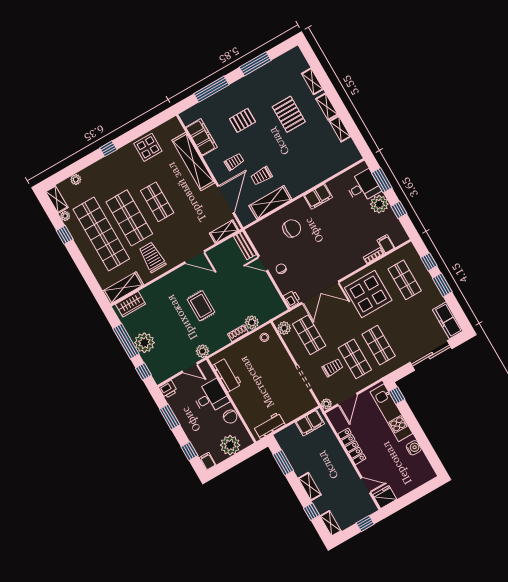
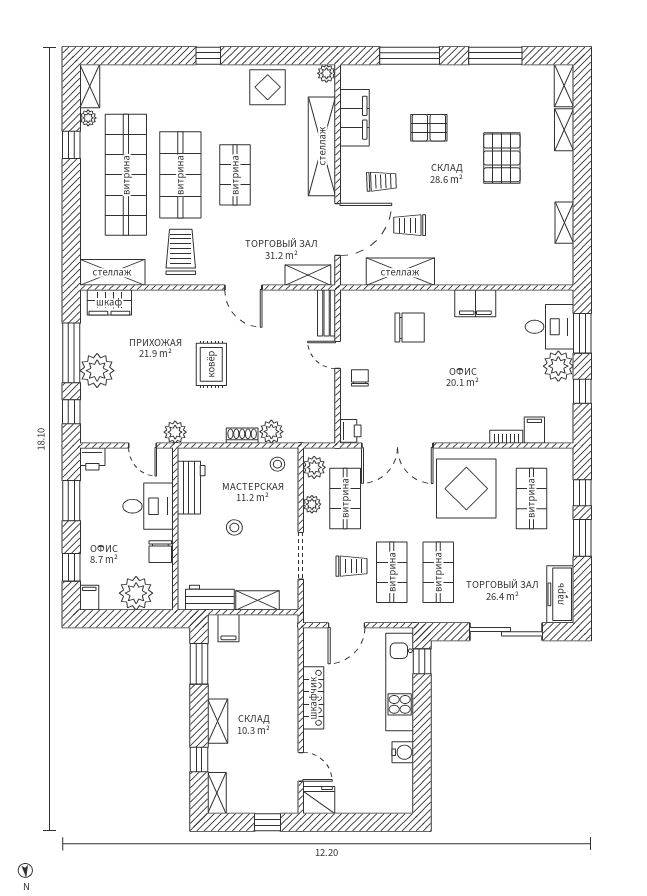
shelving: (327, 107) -> (564, 86), moved
plant: (76, 179) -> (326, 73), moved
stool: (261, 382) -> (234, 527), added
plant: (326, 404) -> (312, 504), moved
shelving: (294, 413) -> (257, 600), added
filing cabinet: (310, 423) -> (229, 628), moved, width x0.50

